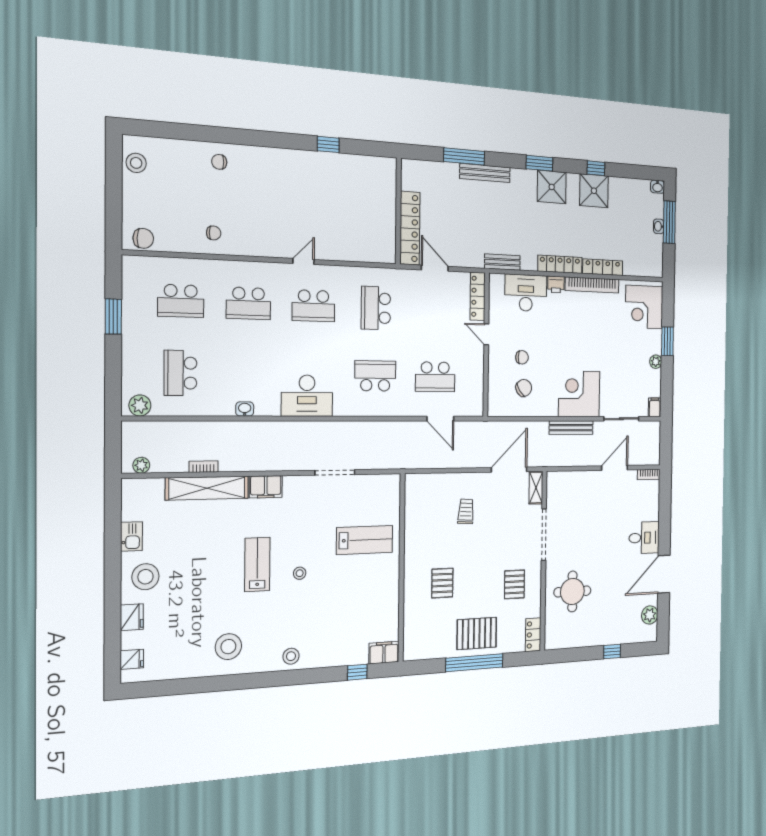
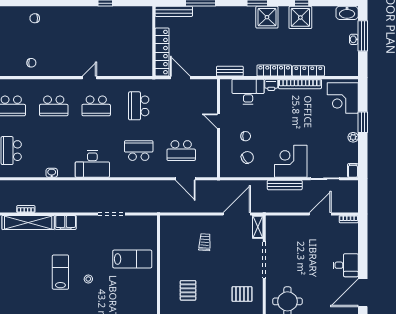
bench: (485, 173) -> (174, 11), moved
washbasin: (657, 187) -> (347, 13), width x1.91, depth x1.45
locker: (478, 296) -> (212, 95), removed
pallet: (514, 584) -> (242, 294), turned 90

